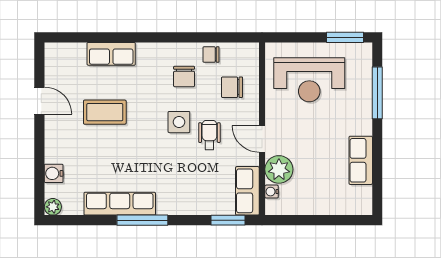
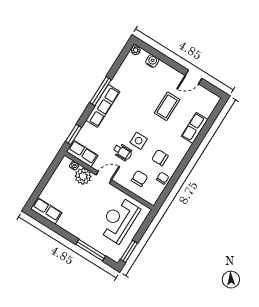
row of seats: (361, 160) -> (46, 211), moved
row of seats: (120, 204) -> (103, 106), moved

